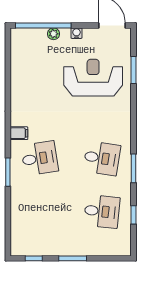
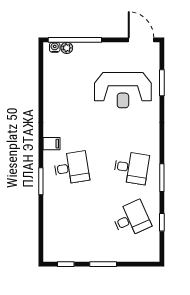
water cooler: (76, 33) -> (55, 47), moved
plant: (54, 34) -> (67, 48), moved
reception desk: (93, 78) -> (123, 90), turned 180
desk: (102, 211) -> (131, 219), turned -30

